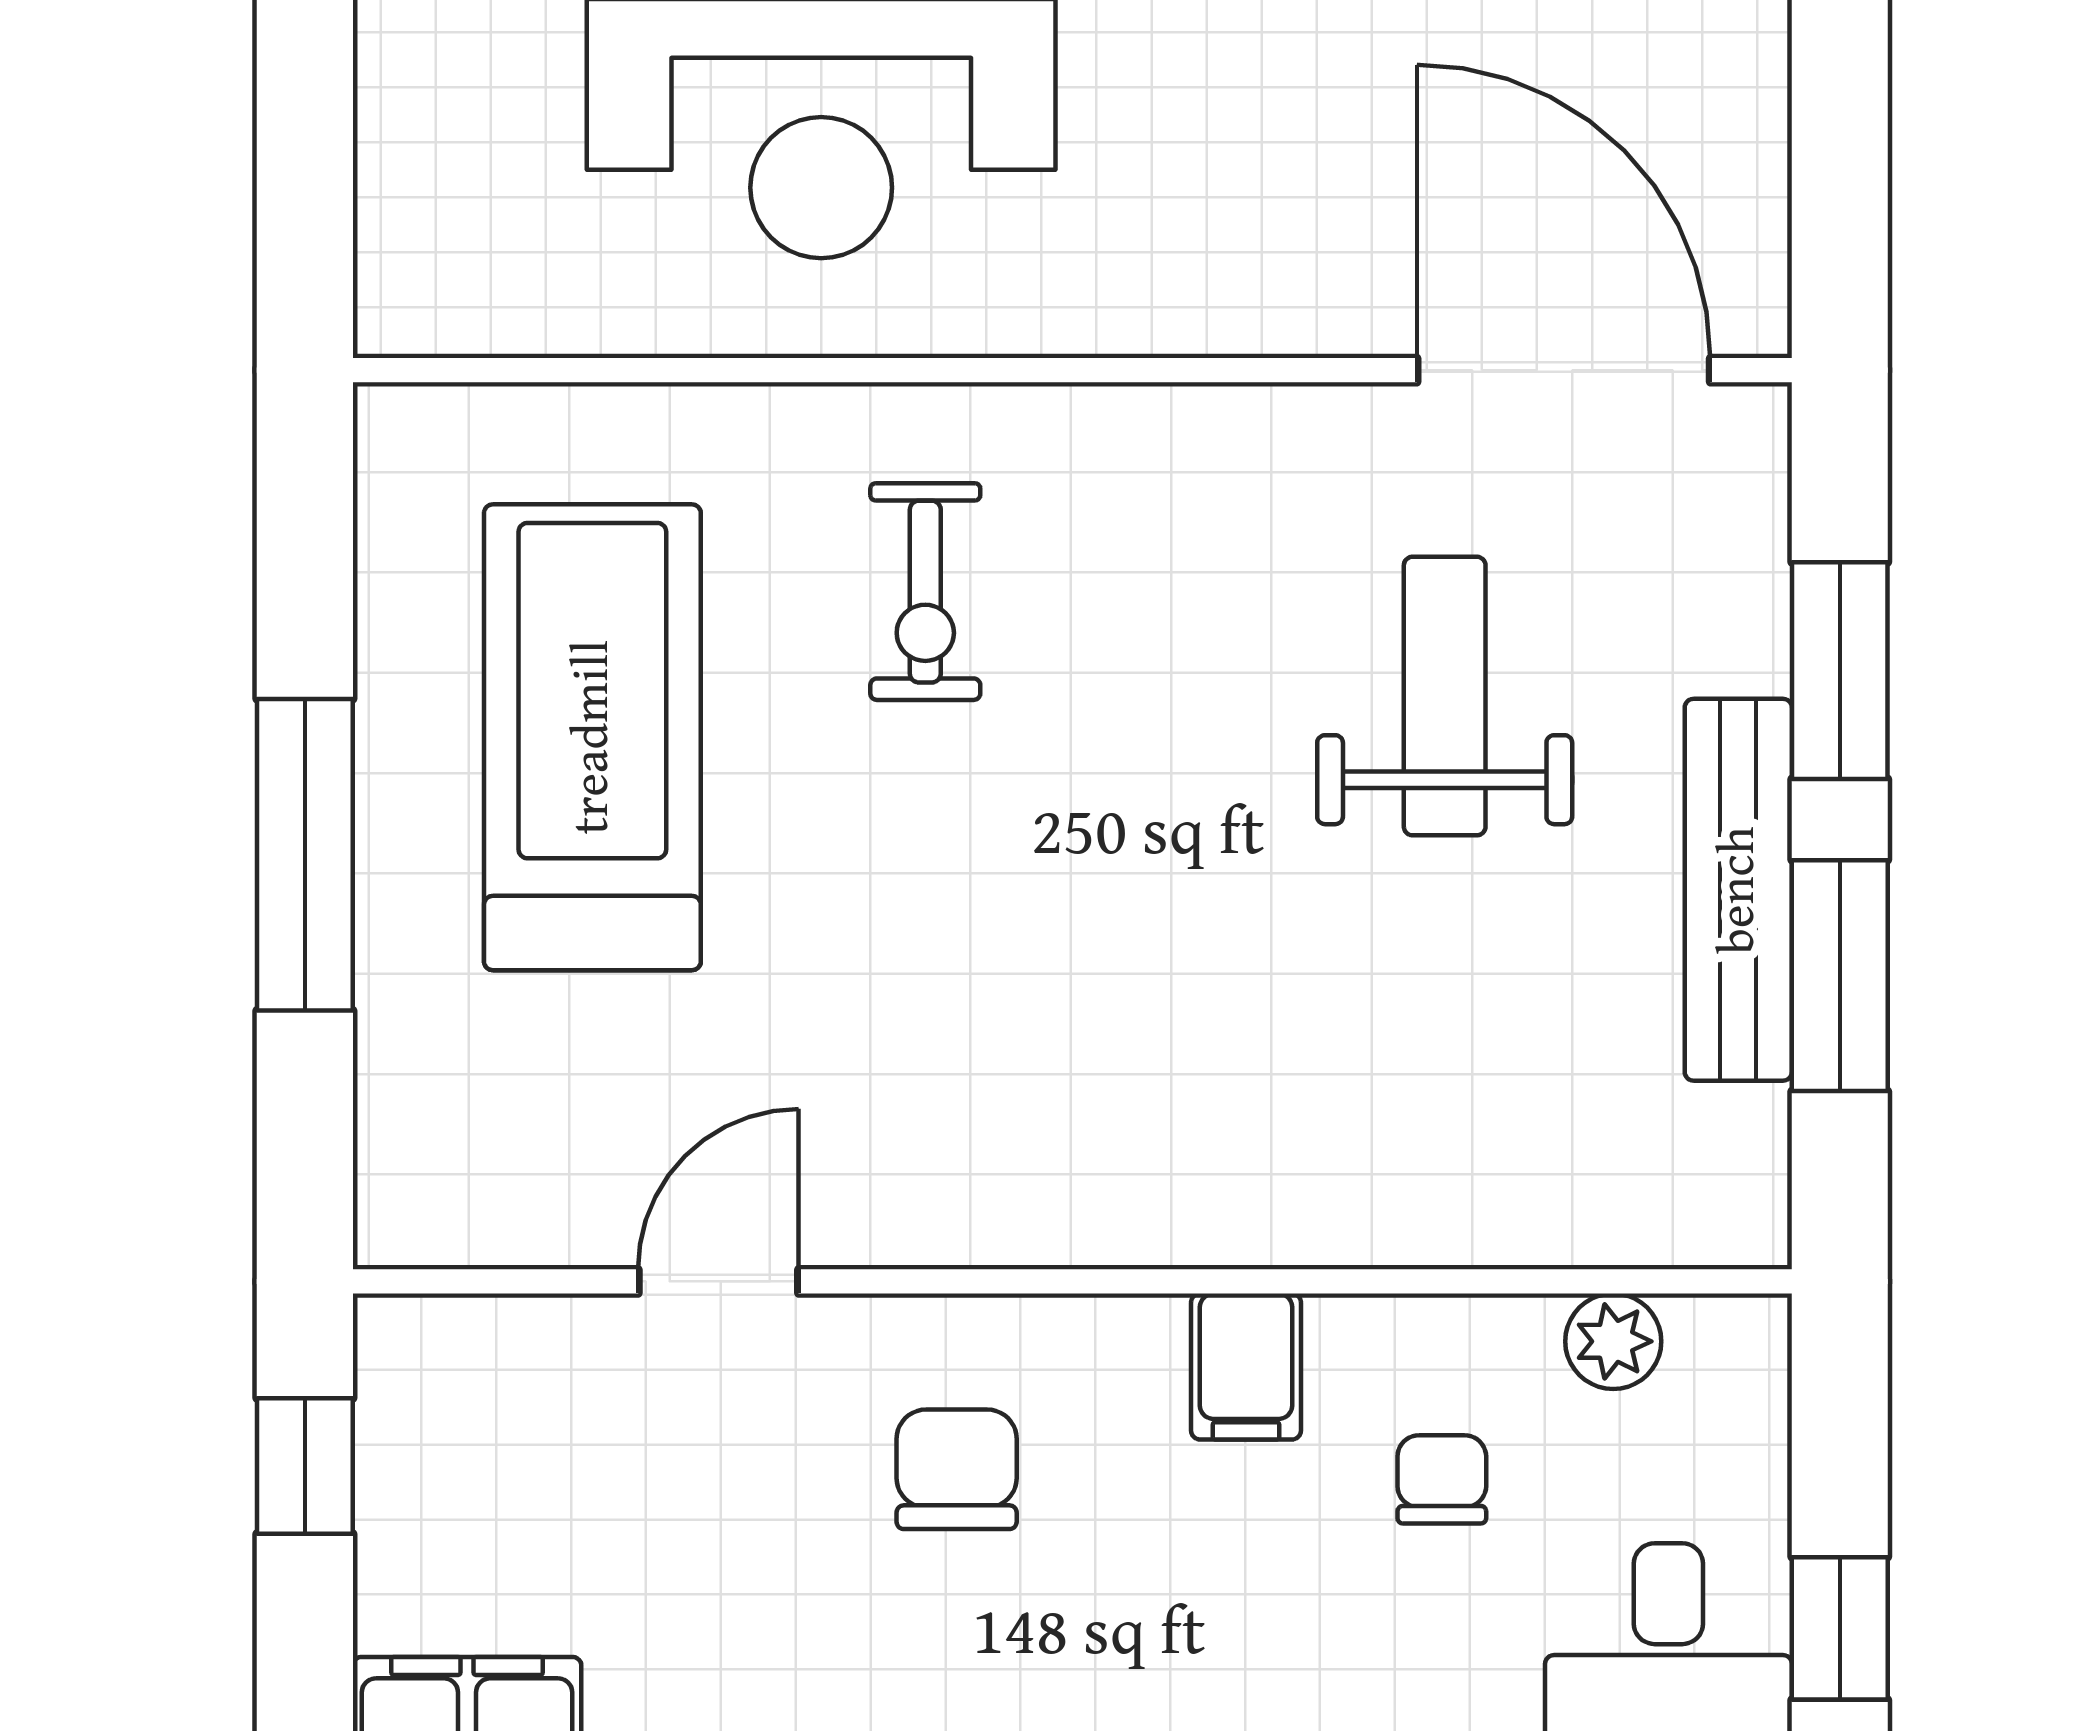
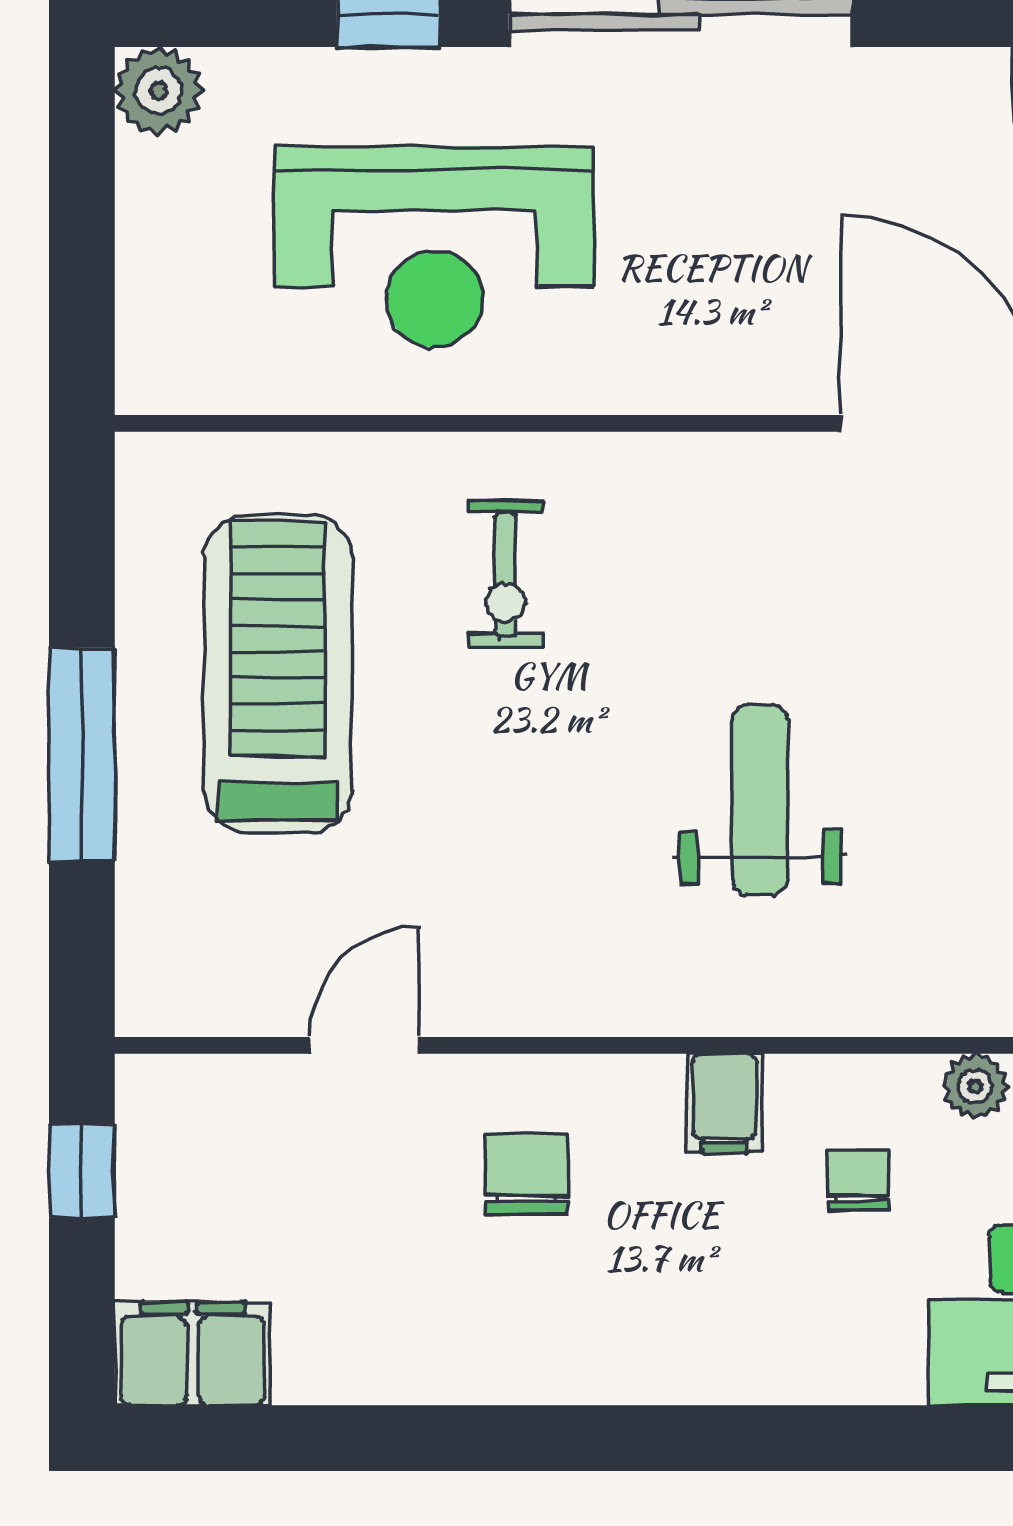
weight bench: (1445, 696) -> (760, 800), moved

